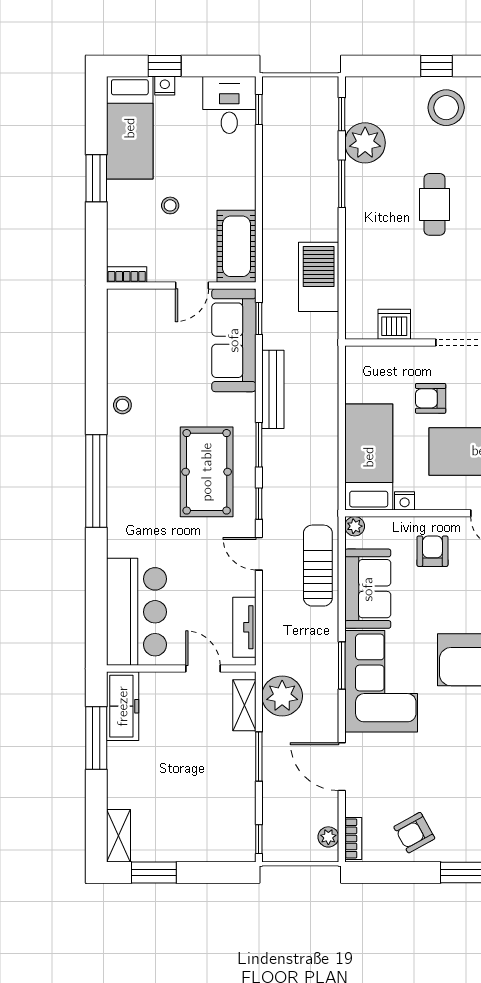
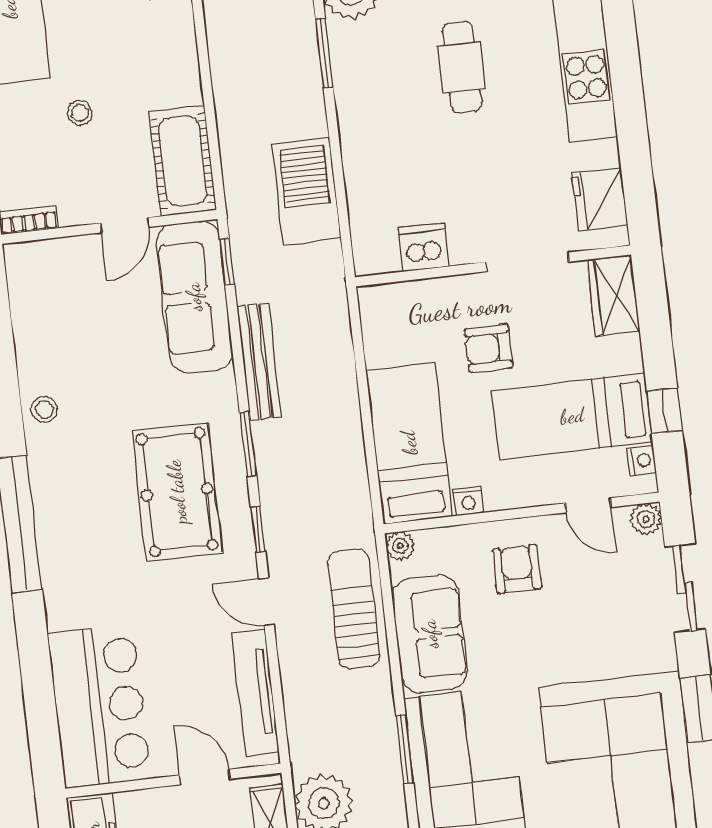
tv unit: (244, 627) -> (256, 693), width x1.41

